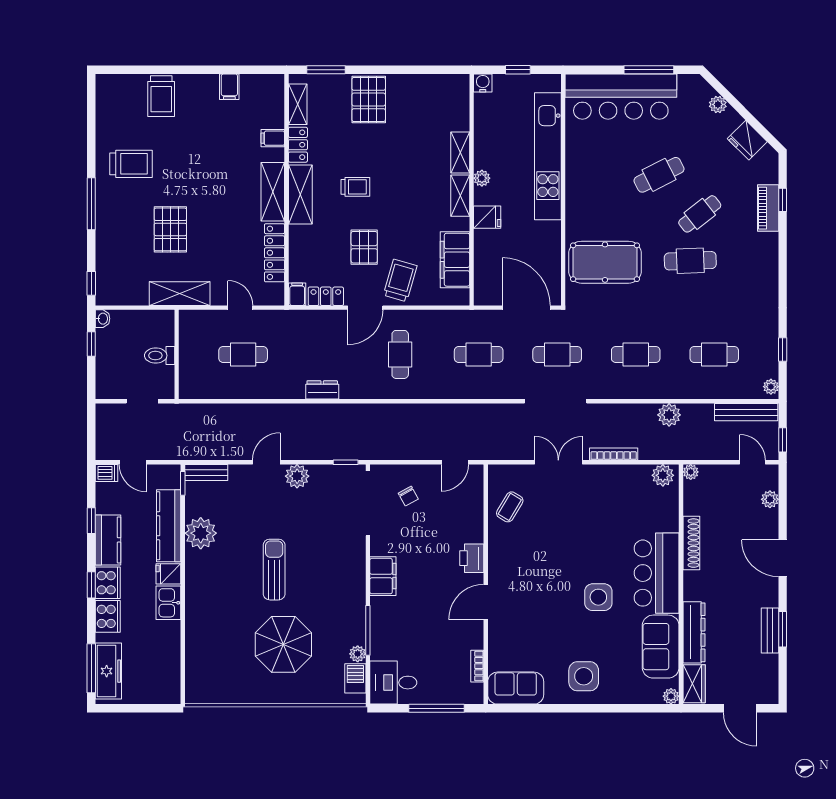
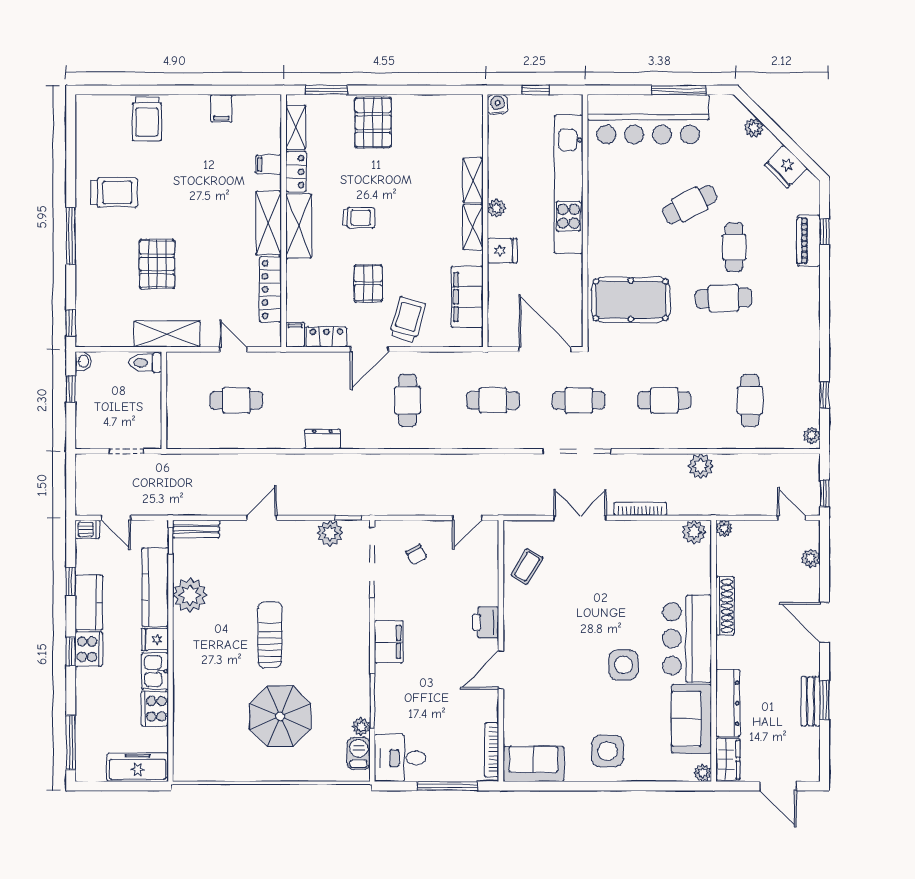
cafe table: (700, 214) -> (734, 247), turned -52
cafe table: (714, 354) -> (750, 400), turned 90
toilet: (160, 356) -> (145, 363), moved
bench: (746, 412) -> (785, 463), removed
plant: (297, 476) -> (330, 533), moved
cooker: (108, 616) -> (155, 709), moved, turned 180
bookcase: (477, 666) -> (492, 750), width x1.56
freezer: (108, 671) -> (138, 767), moved, turned -90

